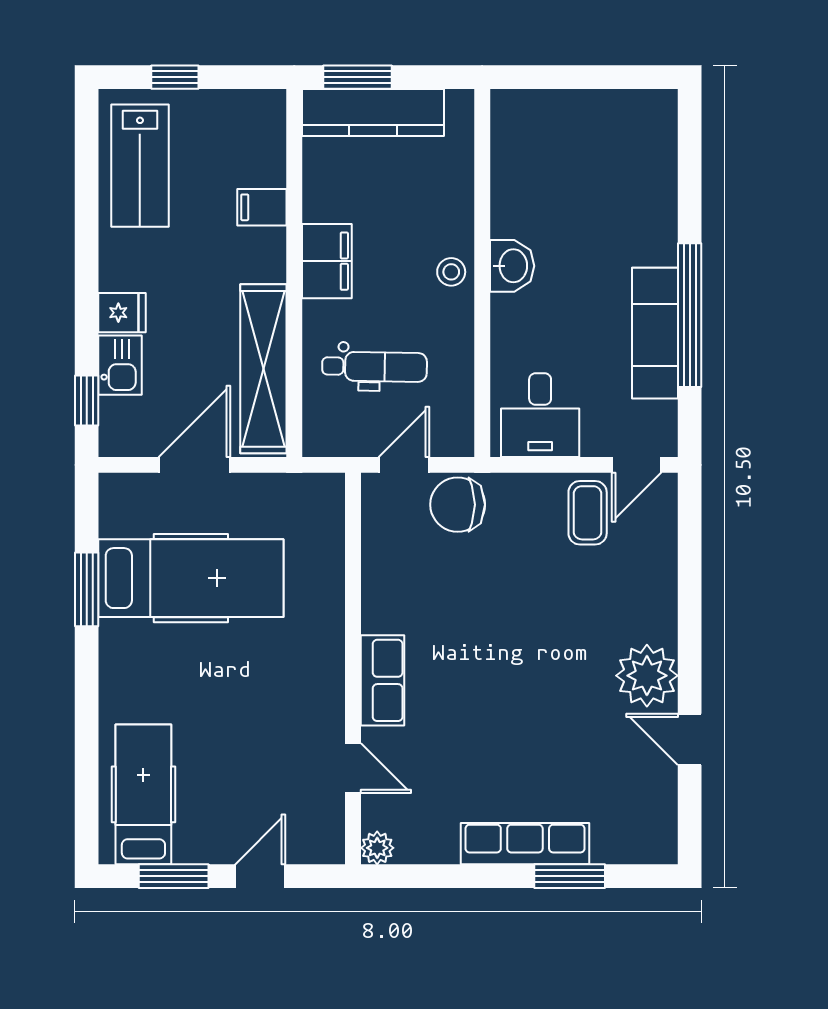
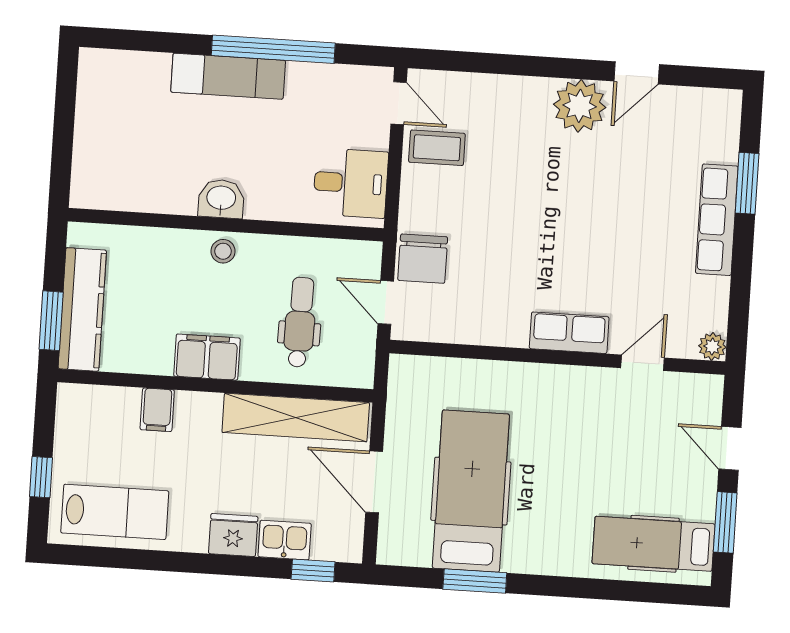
fridge: (122, 313) -> (233, 535), width x1.38
exam couch: (655, 333) -> (228, 76), moved

